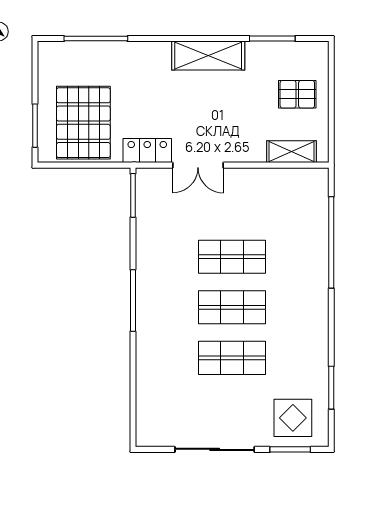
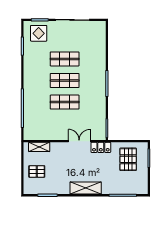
shelving: (208, 55) -> (86, 188), moved
pallet: (83, 123) -> (128, 159), width x0.73, depth x0.71

